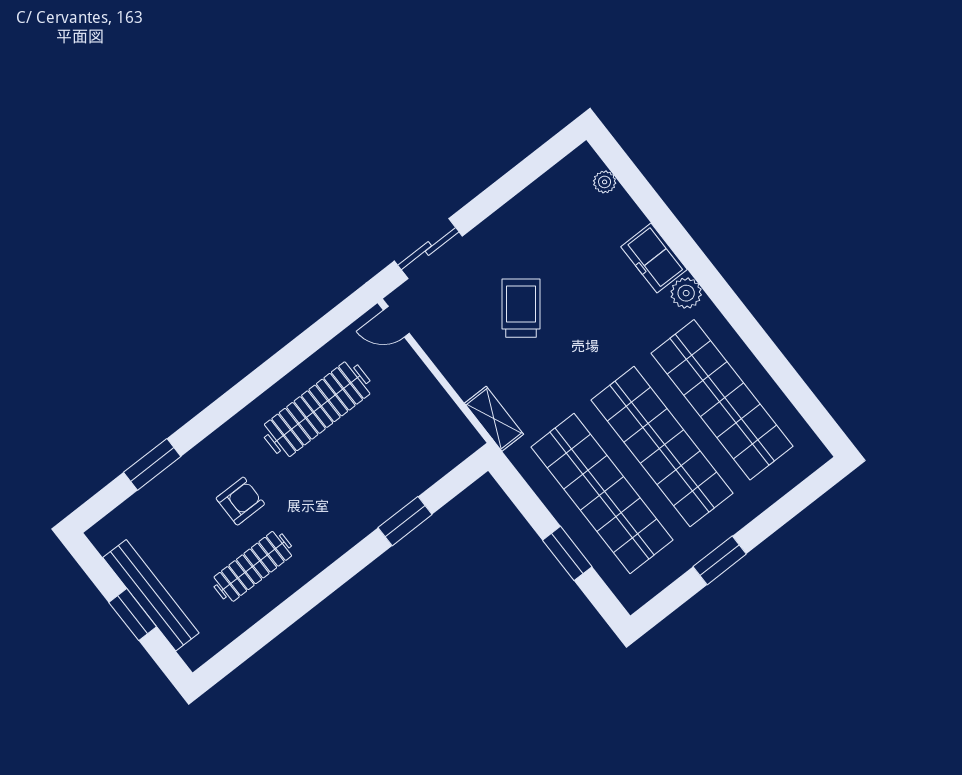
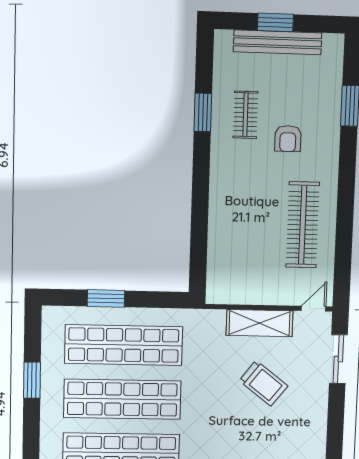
shelving: (494, 419) -> (260, 323), moved, width x1.50, depth x1.33
window: (405, 521) -> (203, 112), moved
clothes rail: (253, 566) -> (245, 115), width x0.73

